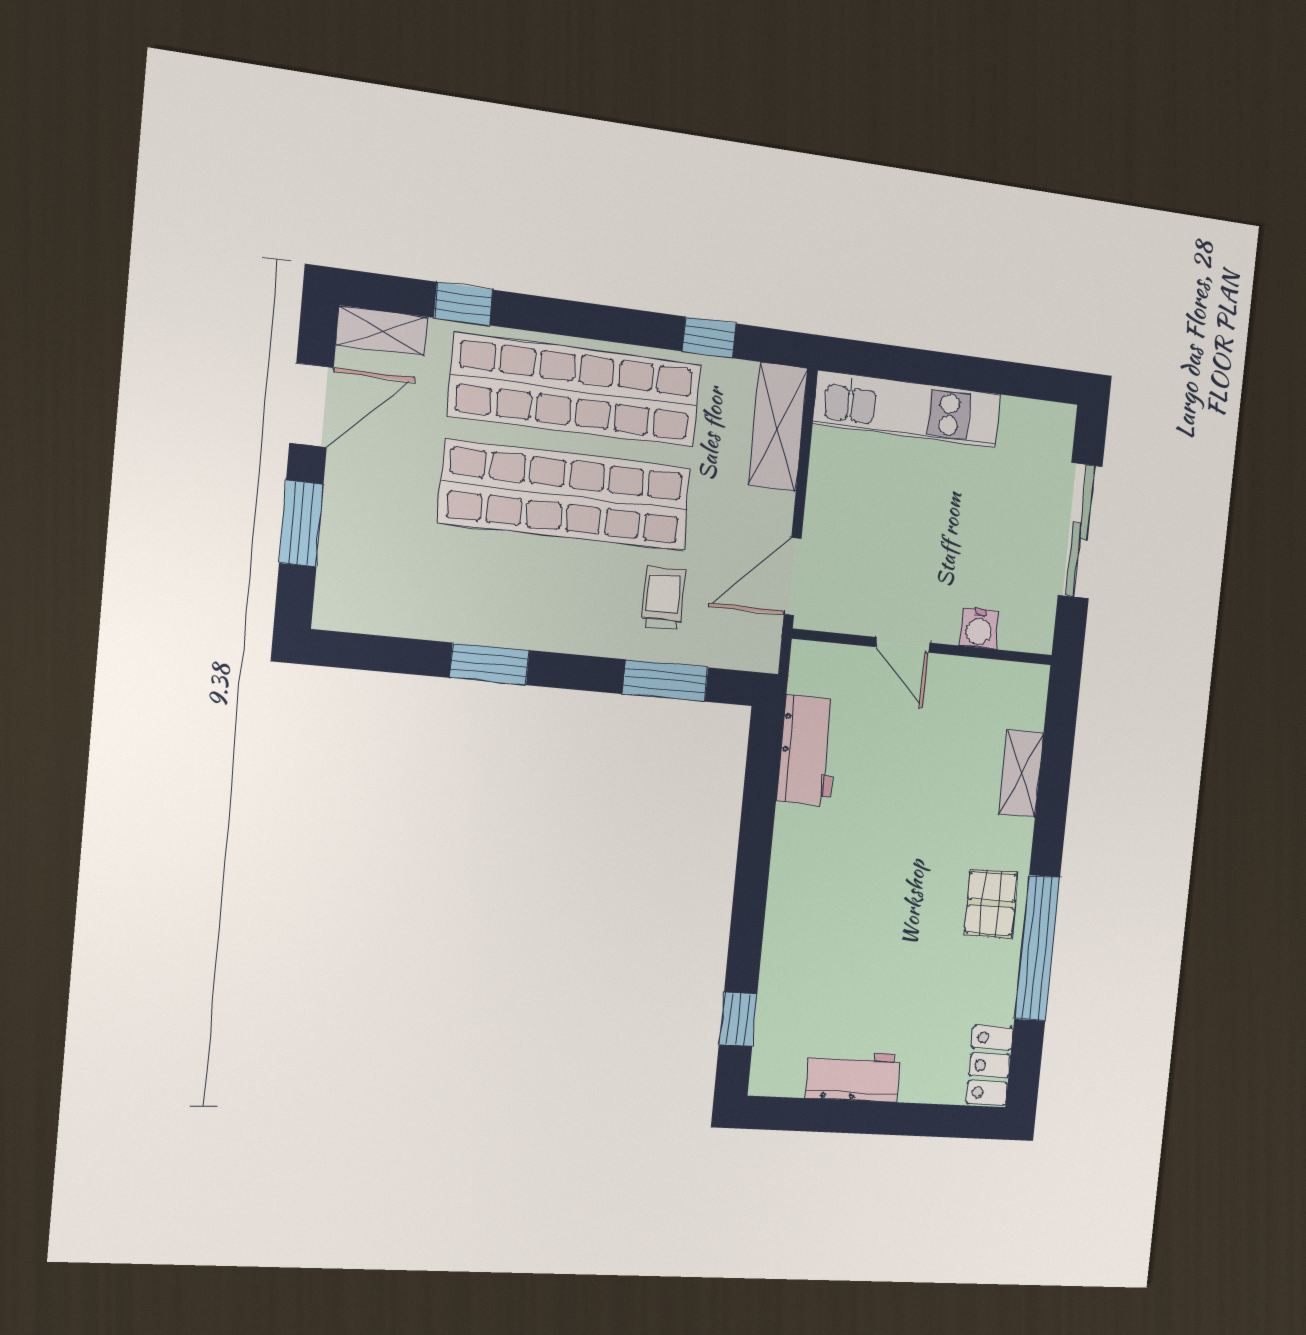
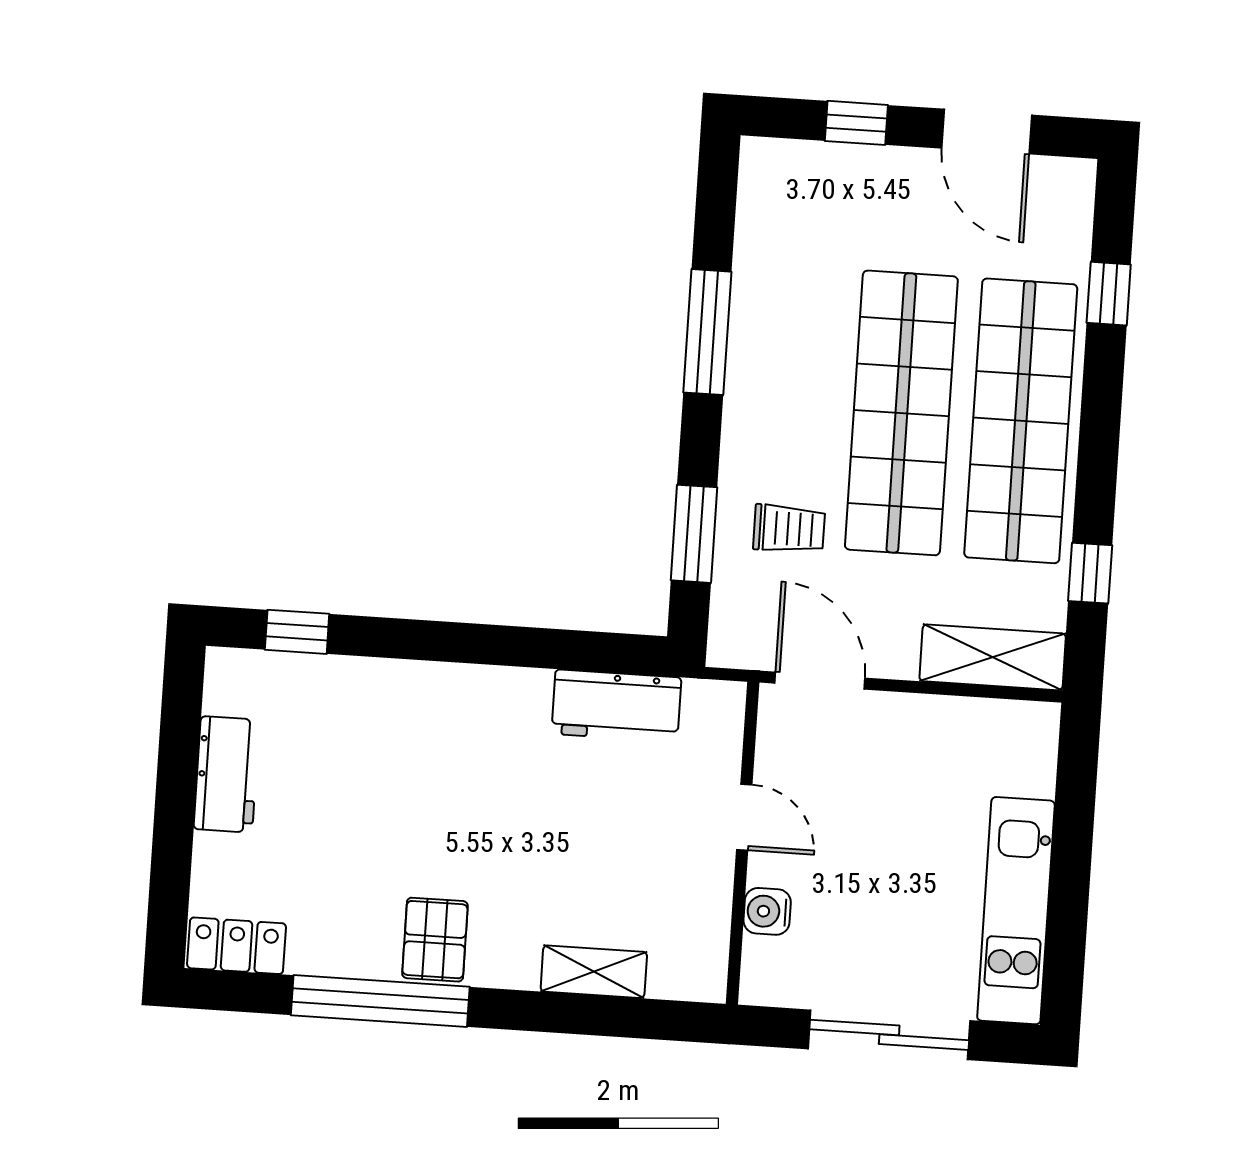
shelving: (382, 331) -> (1073, 205), removed
kitchen unit: (907, 409) -> (1016, 911), moved
window: (301, 524) -> (856, 123), width x0.67
door: (903, 645) -> (744, 817), swing flipped
window: (489, 664) -> (707, 332), width x1.44
pallet: (991, 903) -> (435, 940), turned 90

